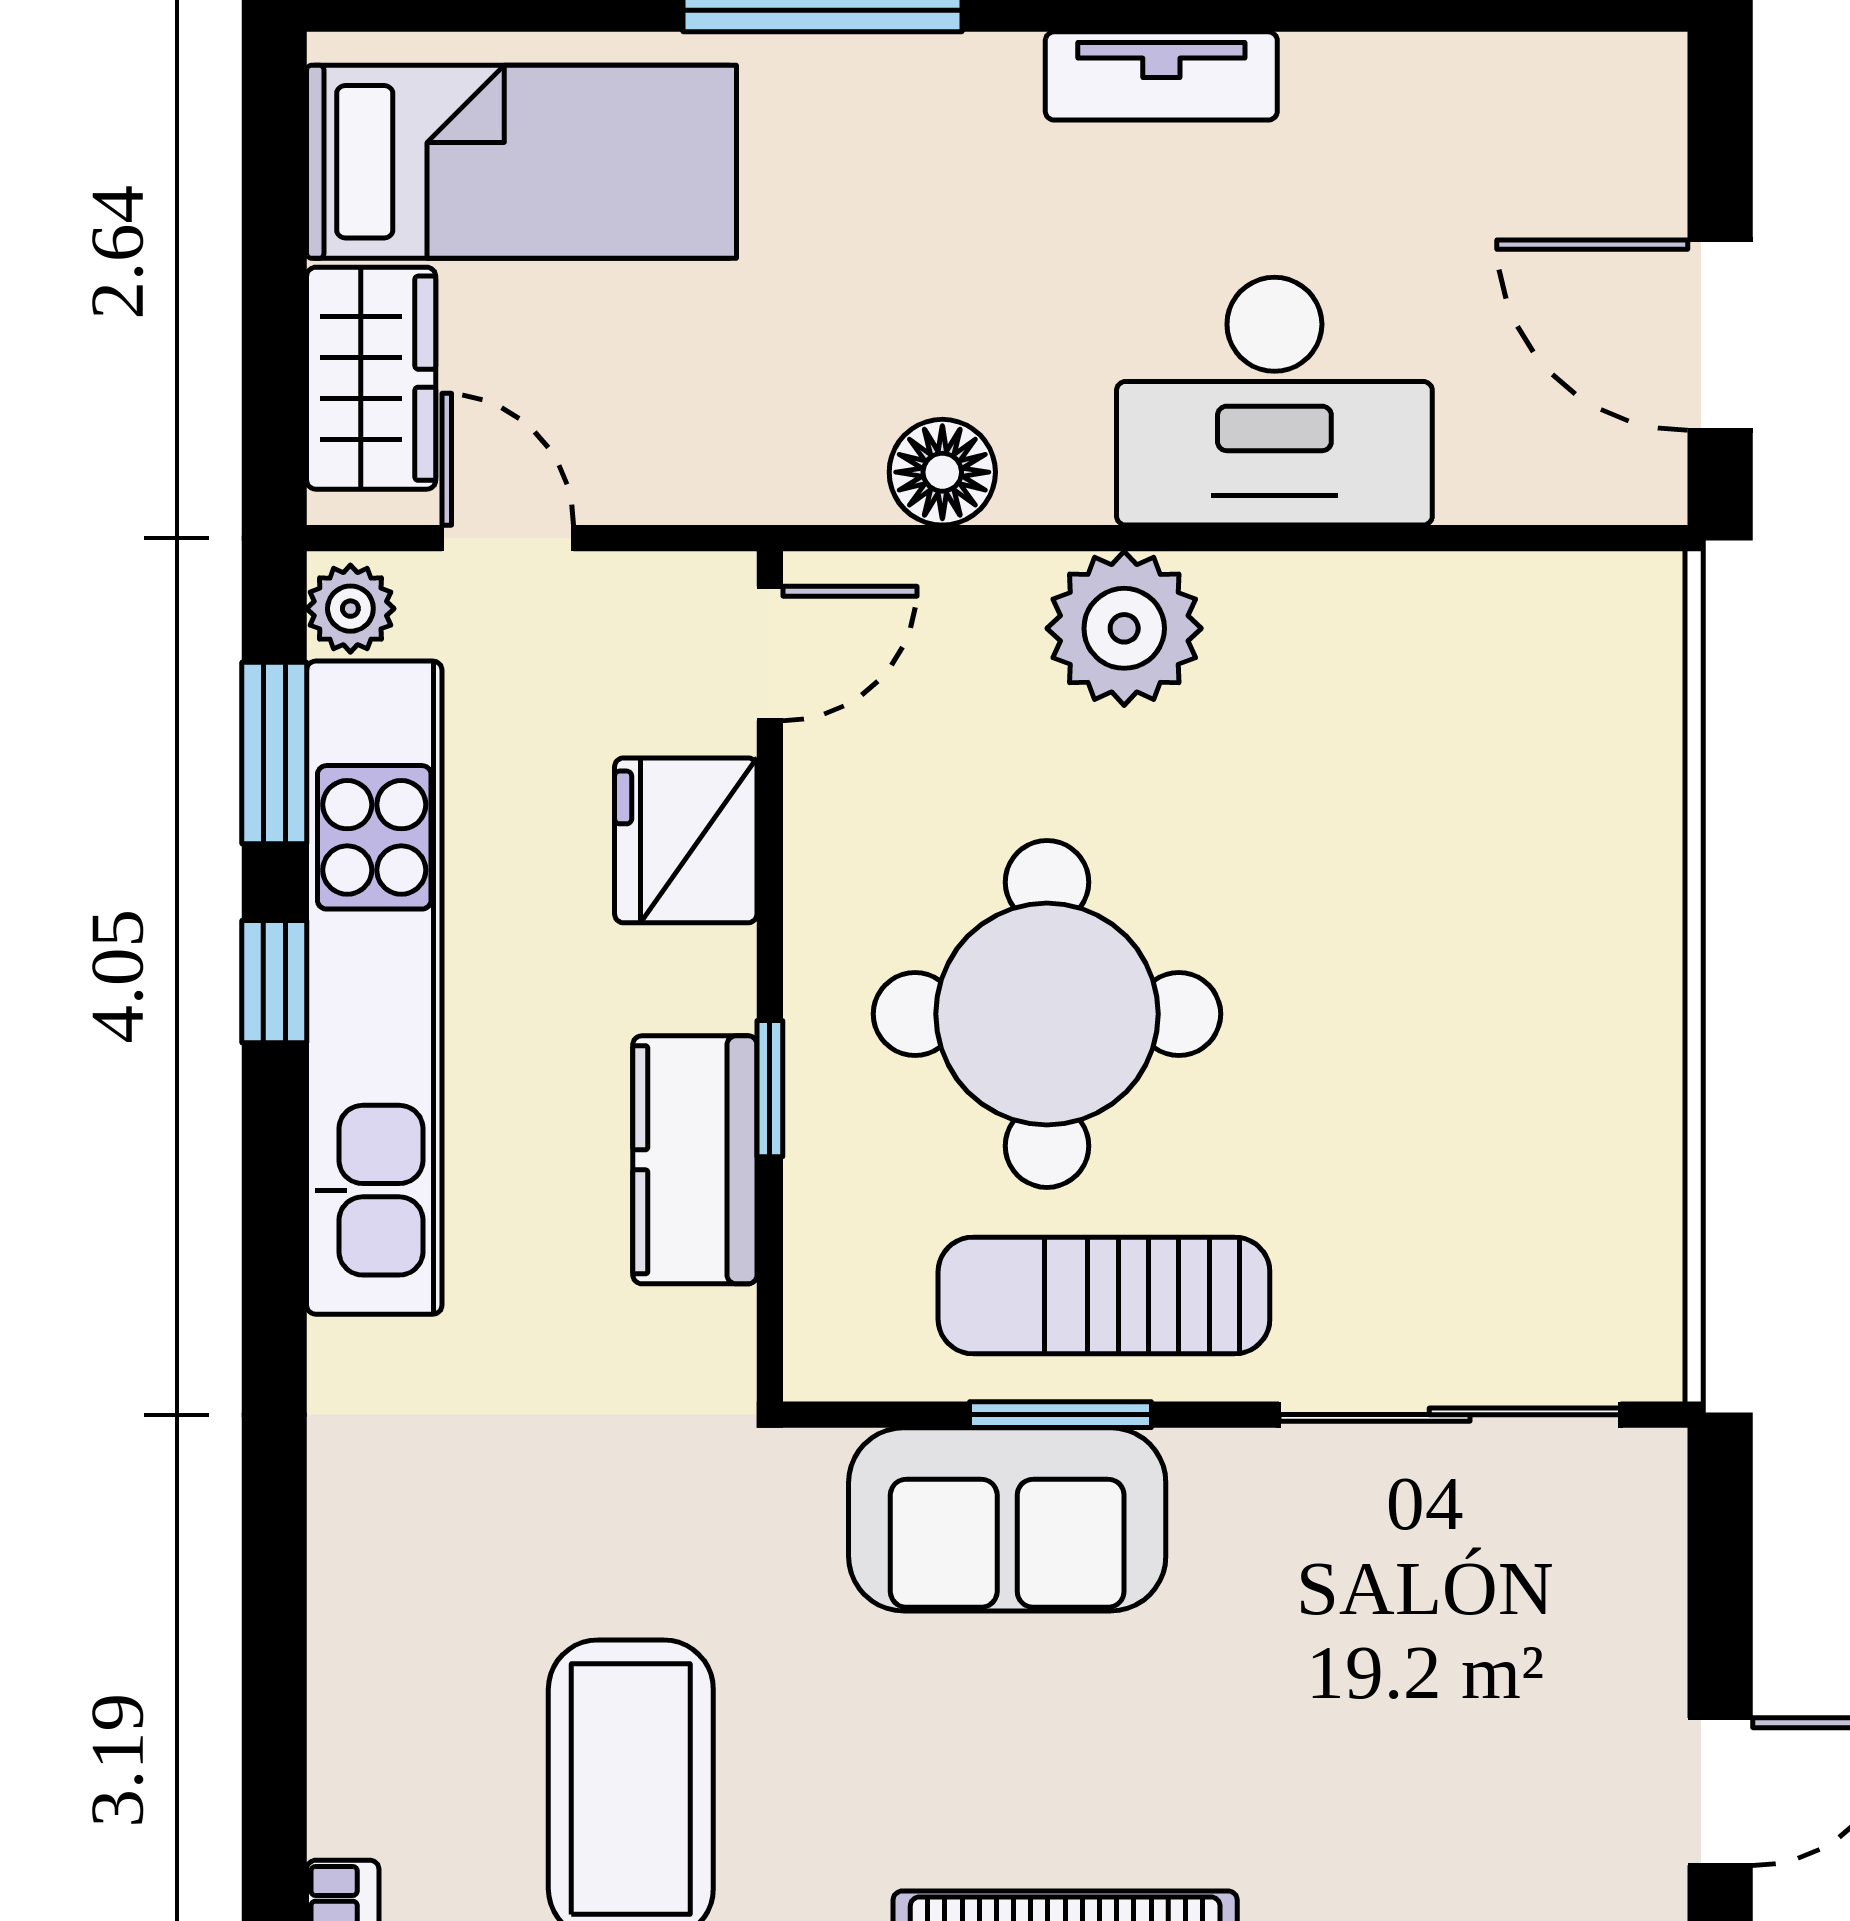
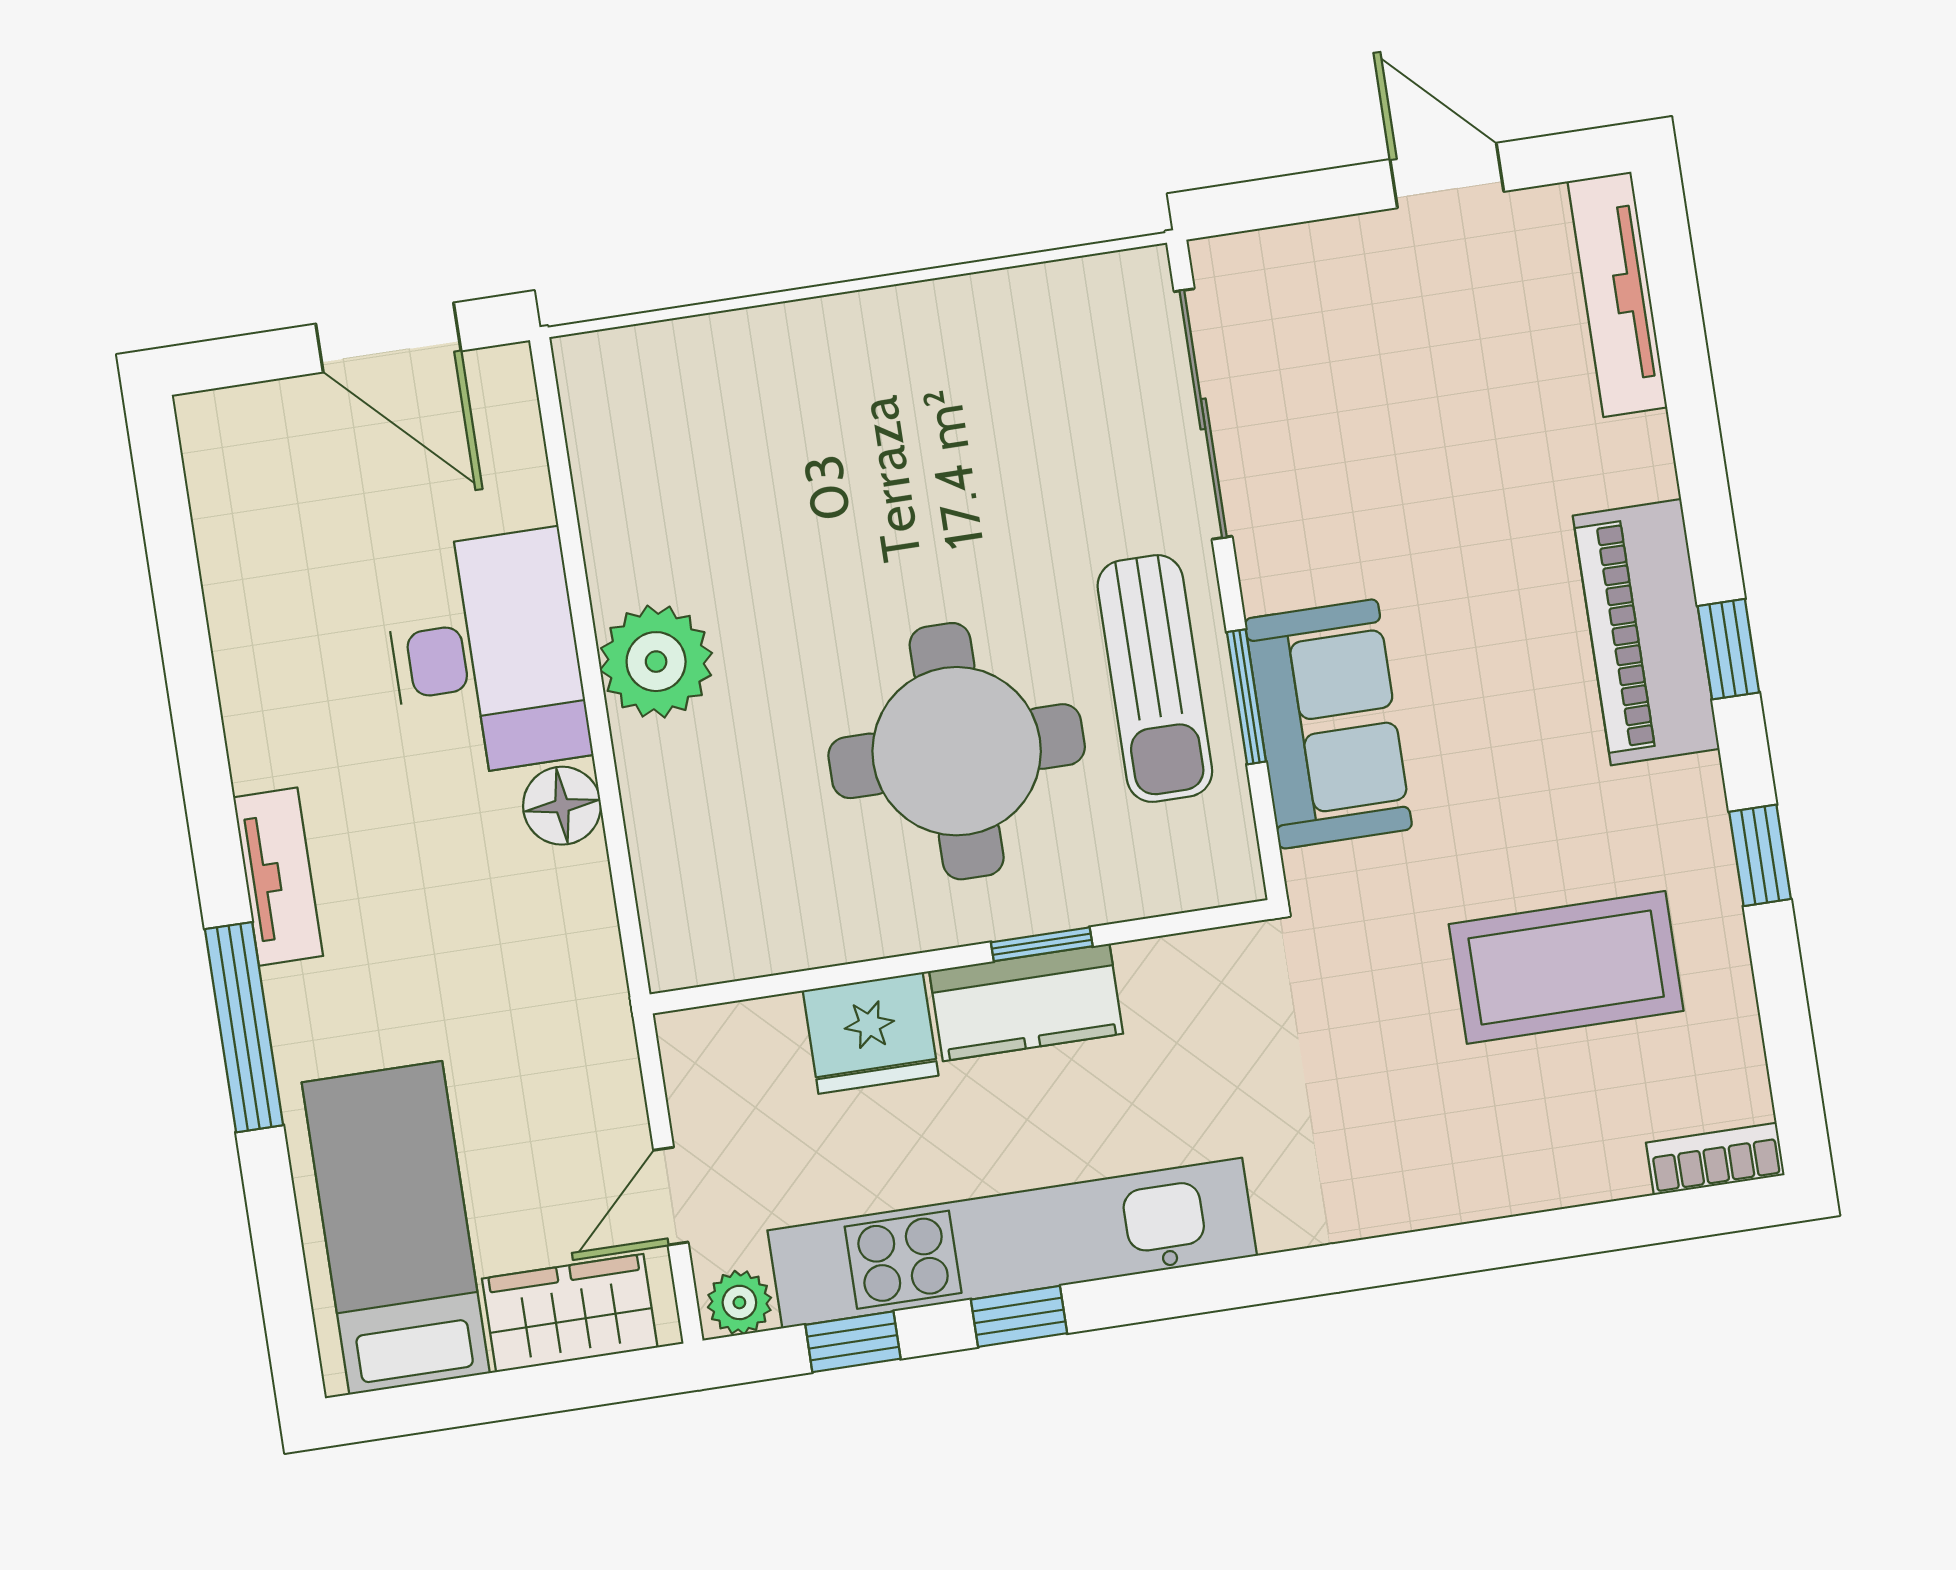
tv unit: (1161, 76) -> (278, 877), moved
door: (1720, 335) -> (388, 338), hinge flipped
floor lamp: (942, 472) -> (562, 806), moved
plant: (1124, 628) -> (656, 662), moved
door: (770, 653) -> (725, 993), removed
window: (274, 753) -> (853, 1342), width x0.67
kitchen counter: (695, 1160) -> (1026, 1002), moved

